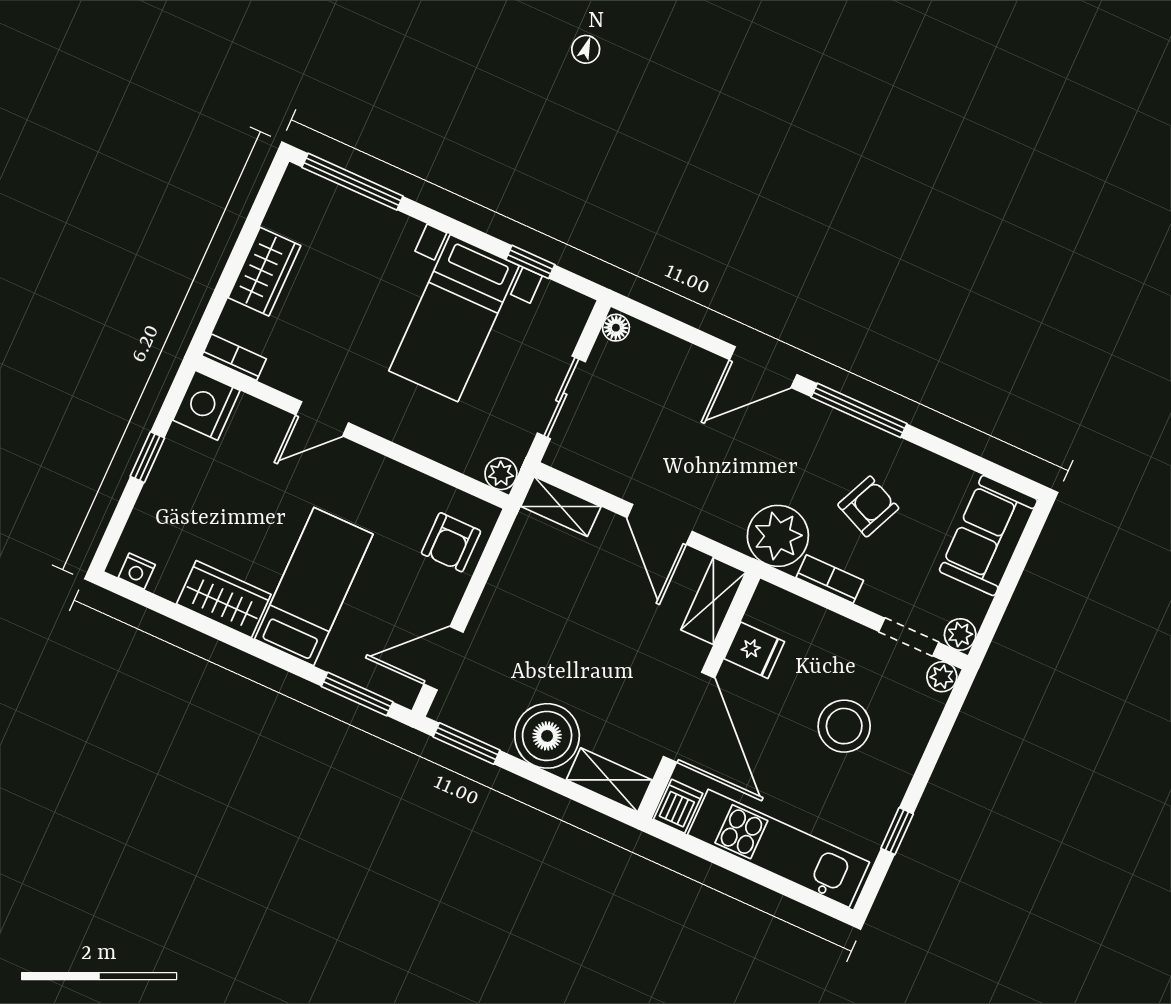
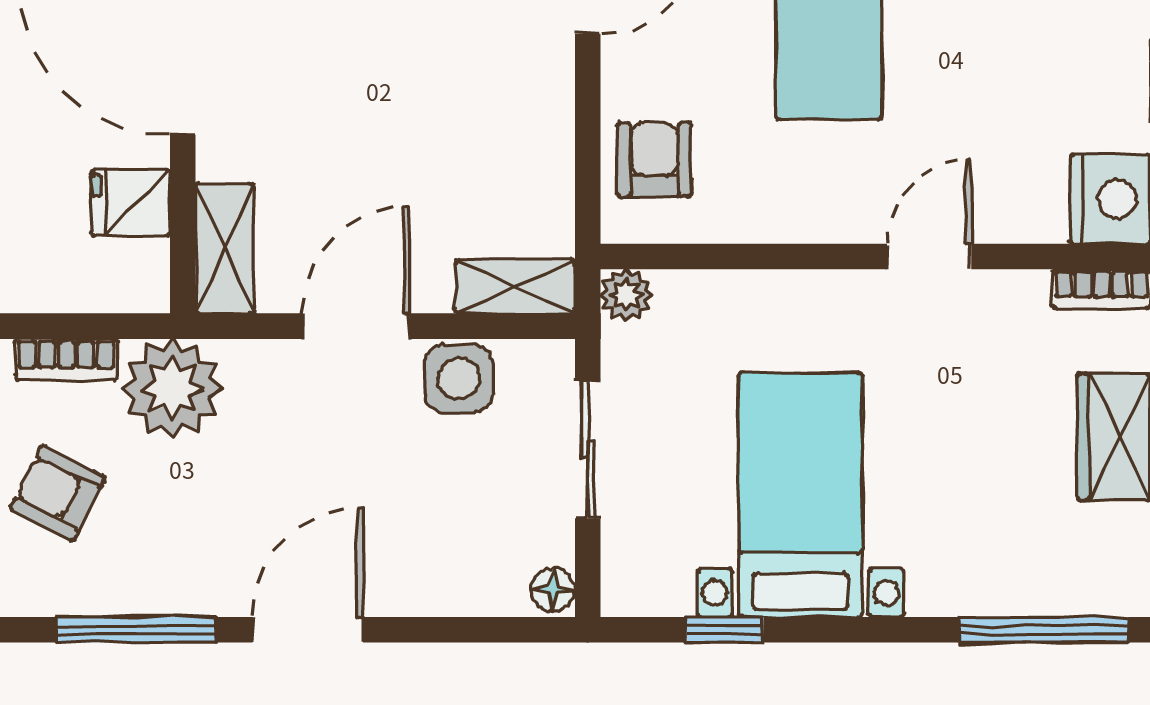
side table: (615, 469) -> (459, 379), added
armchair: (868, 506) -> (58, 493), turned 93
door: (660, 524) -> (356, 326), hinge flipped

